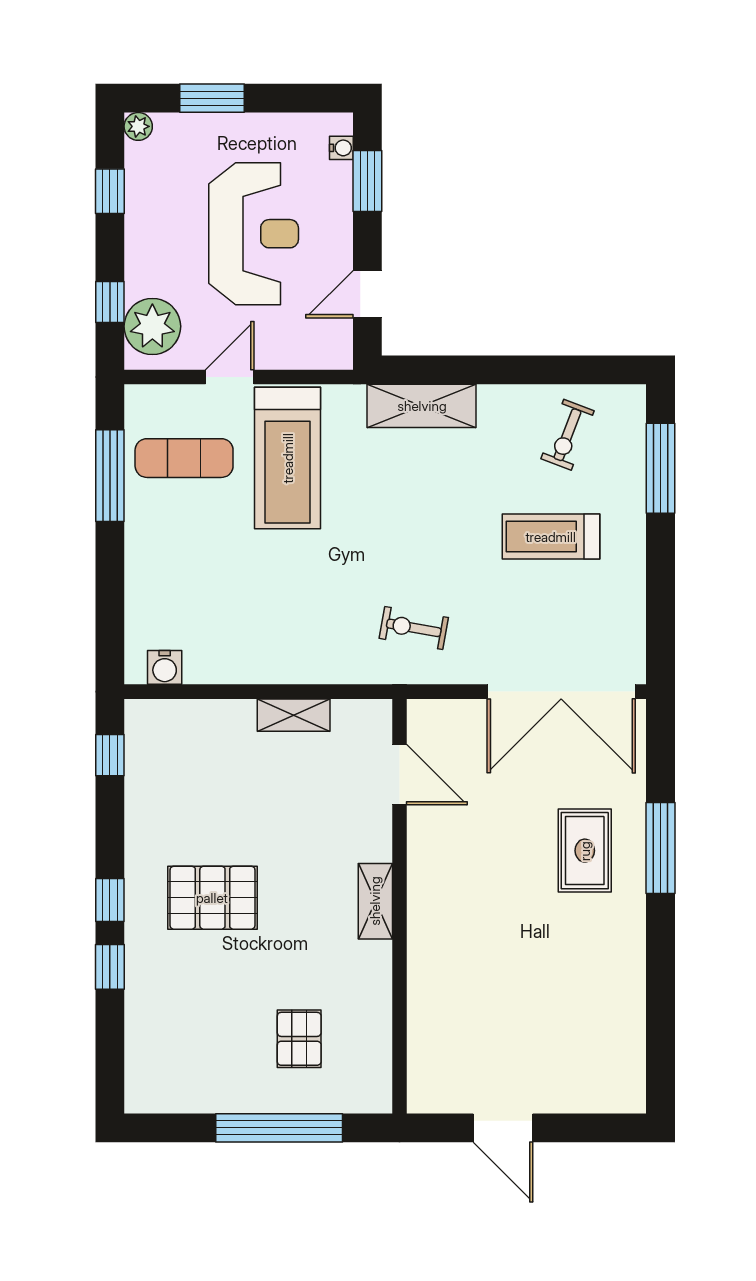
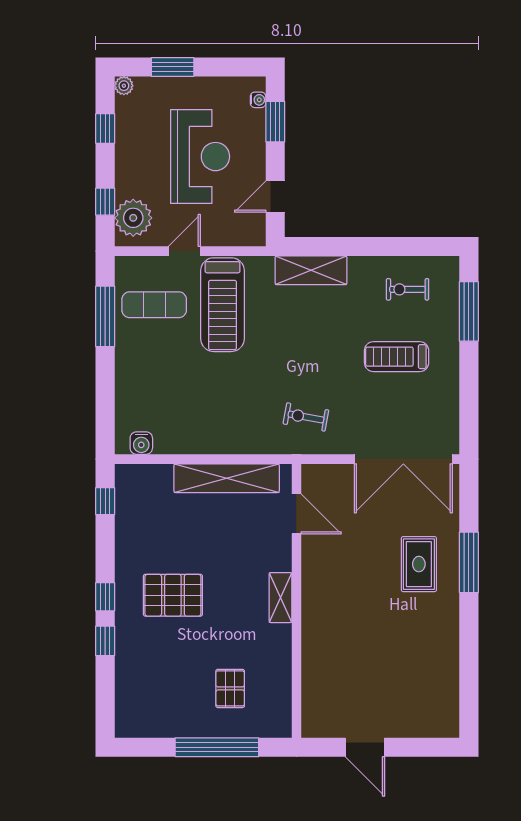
exercise bike: (568, 435) -> (407, 289), turned 69
shelving: (294, 715) -> (227, 478), width x2.20, depth x1.33

